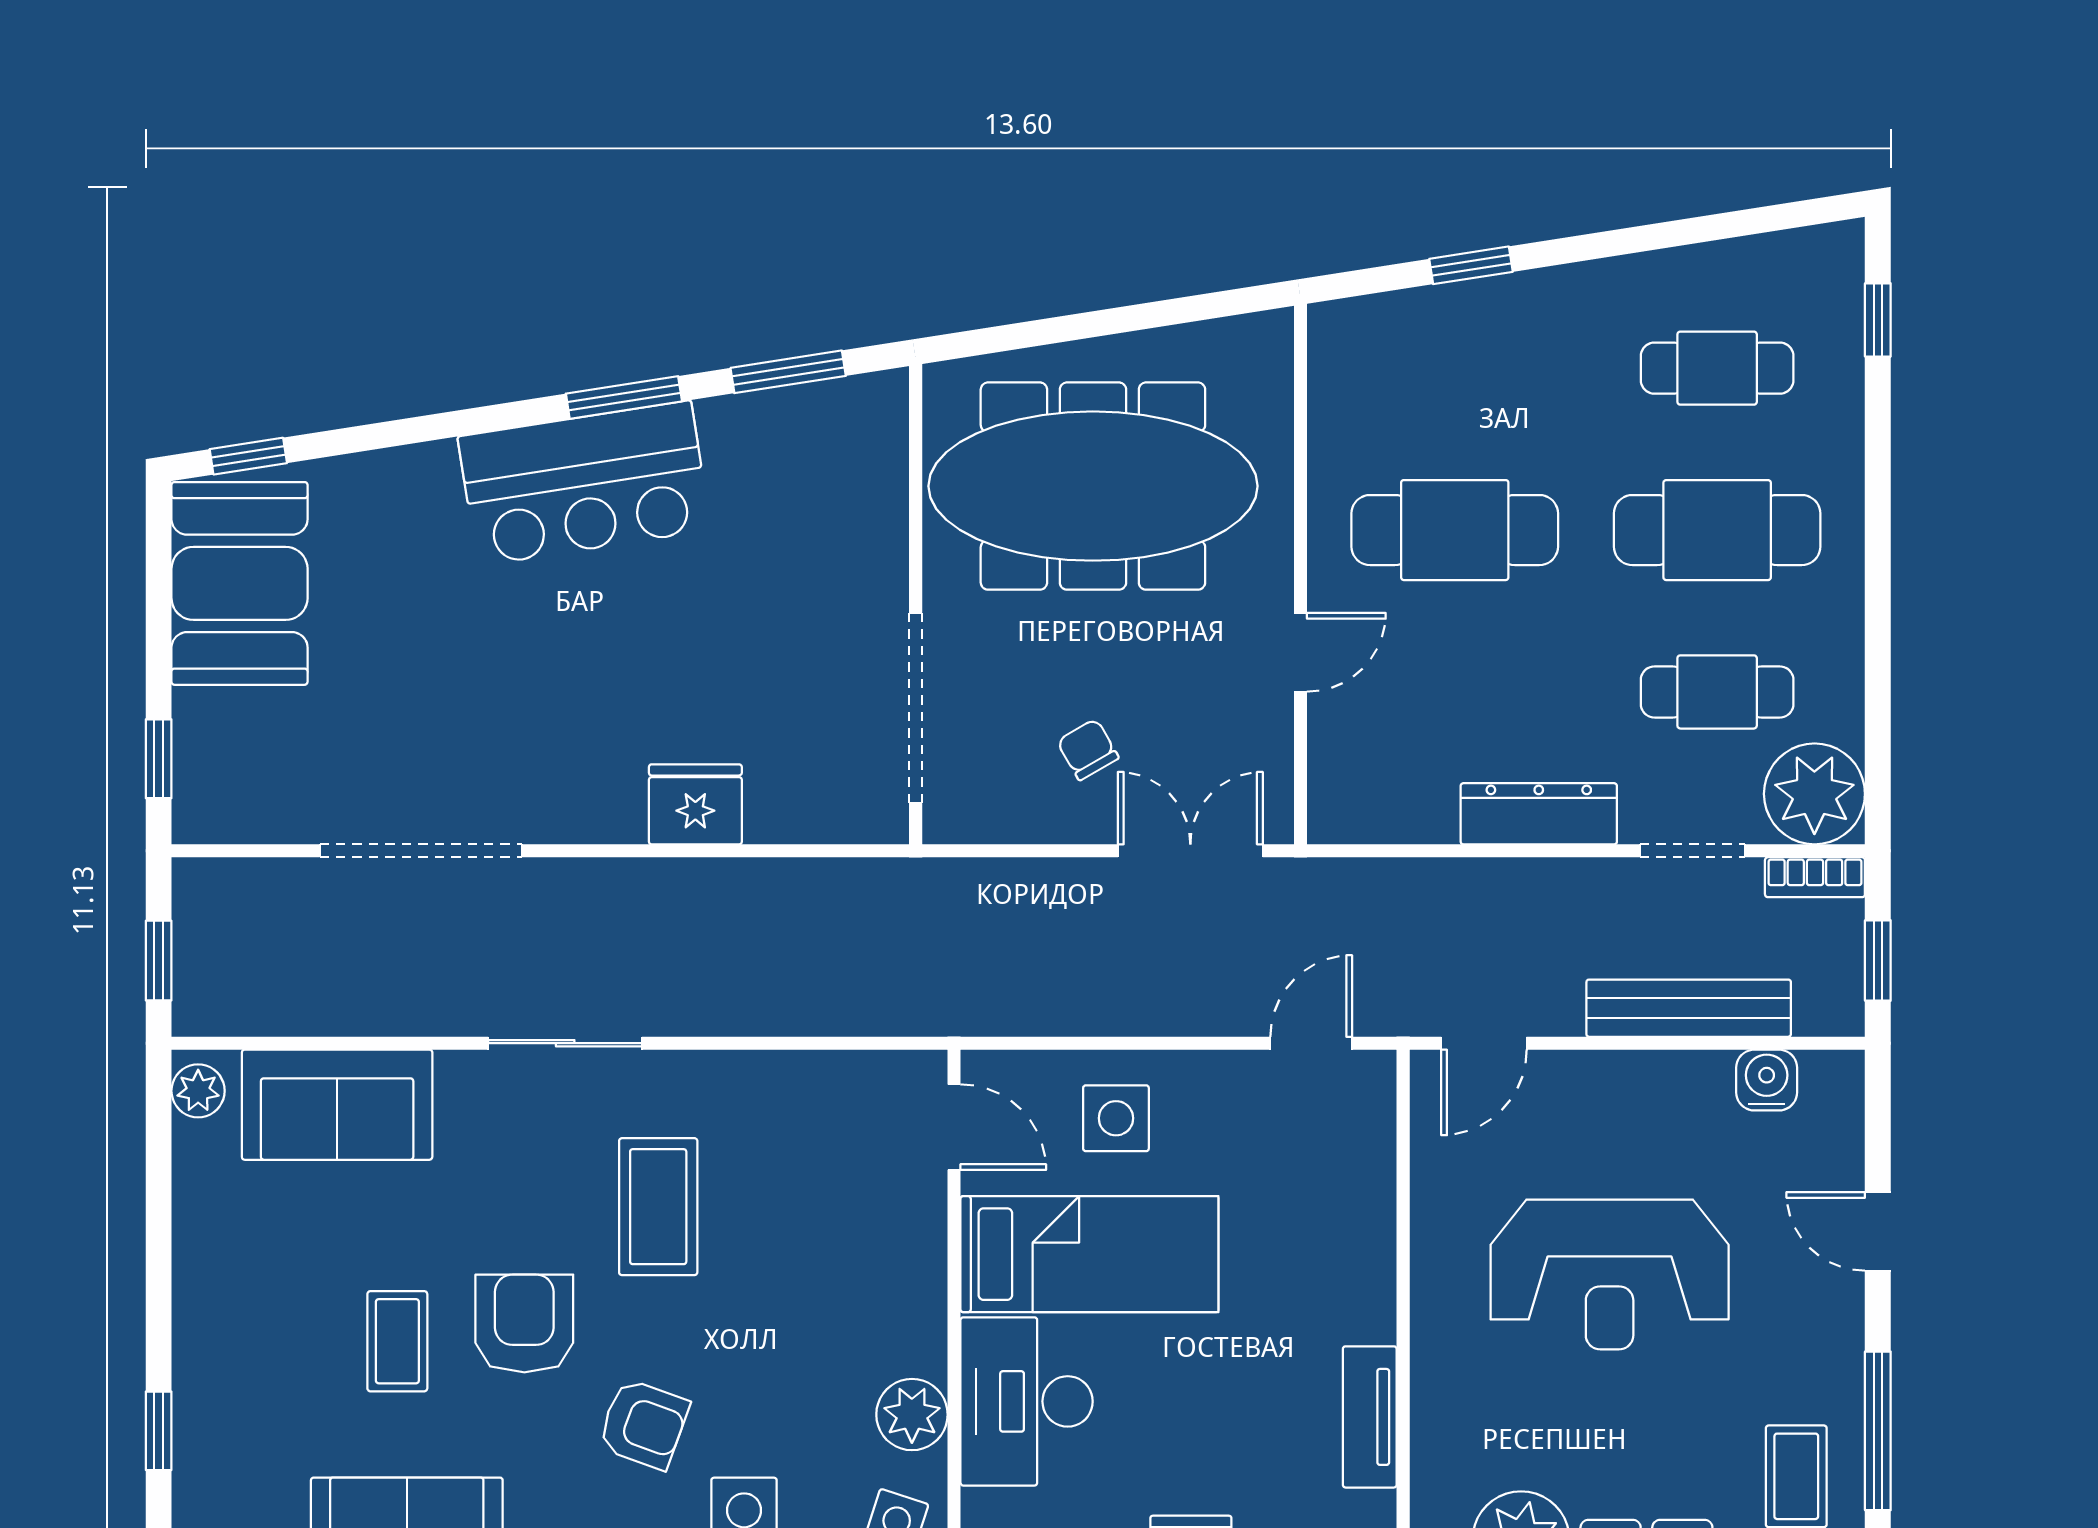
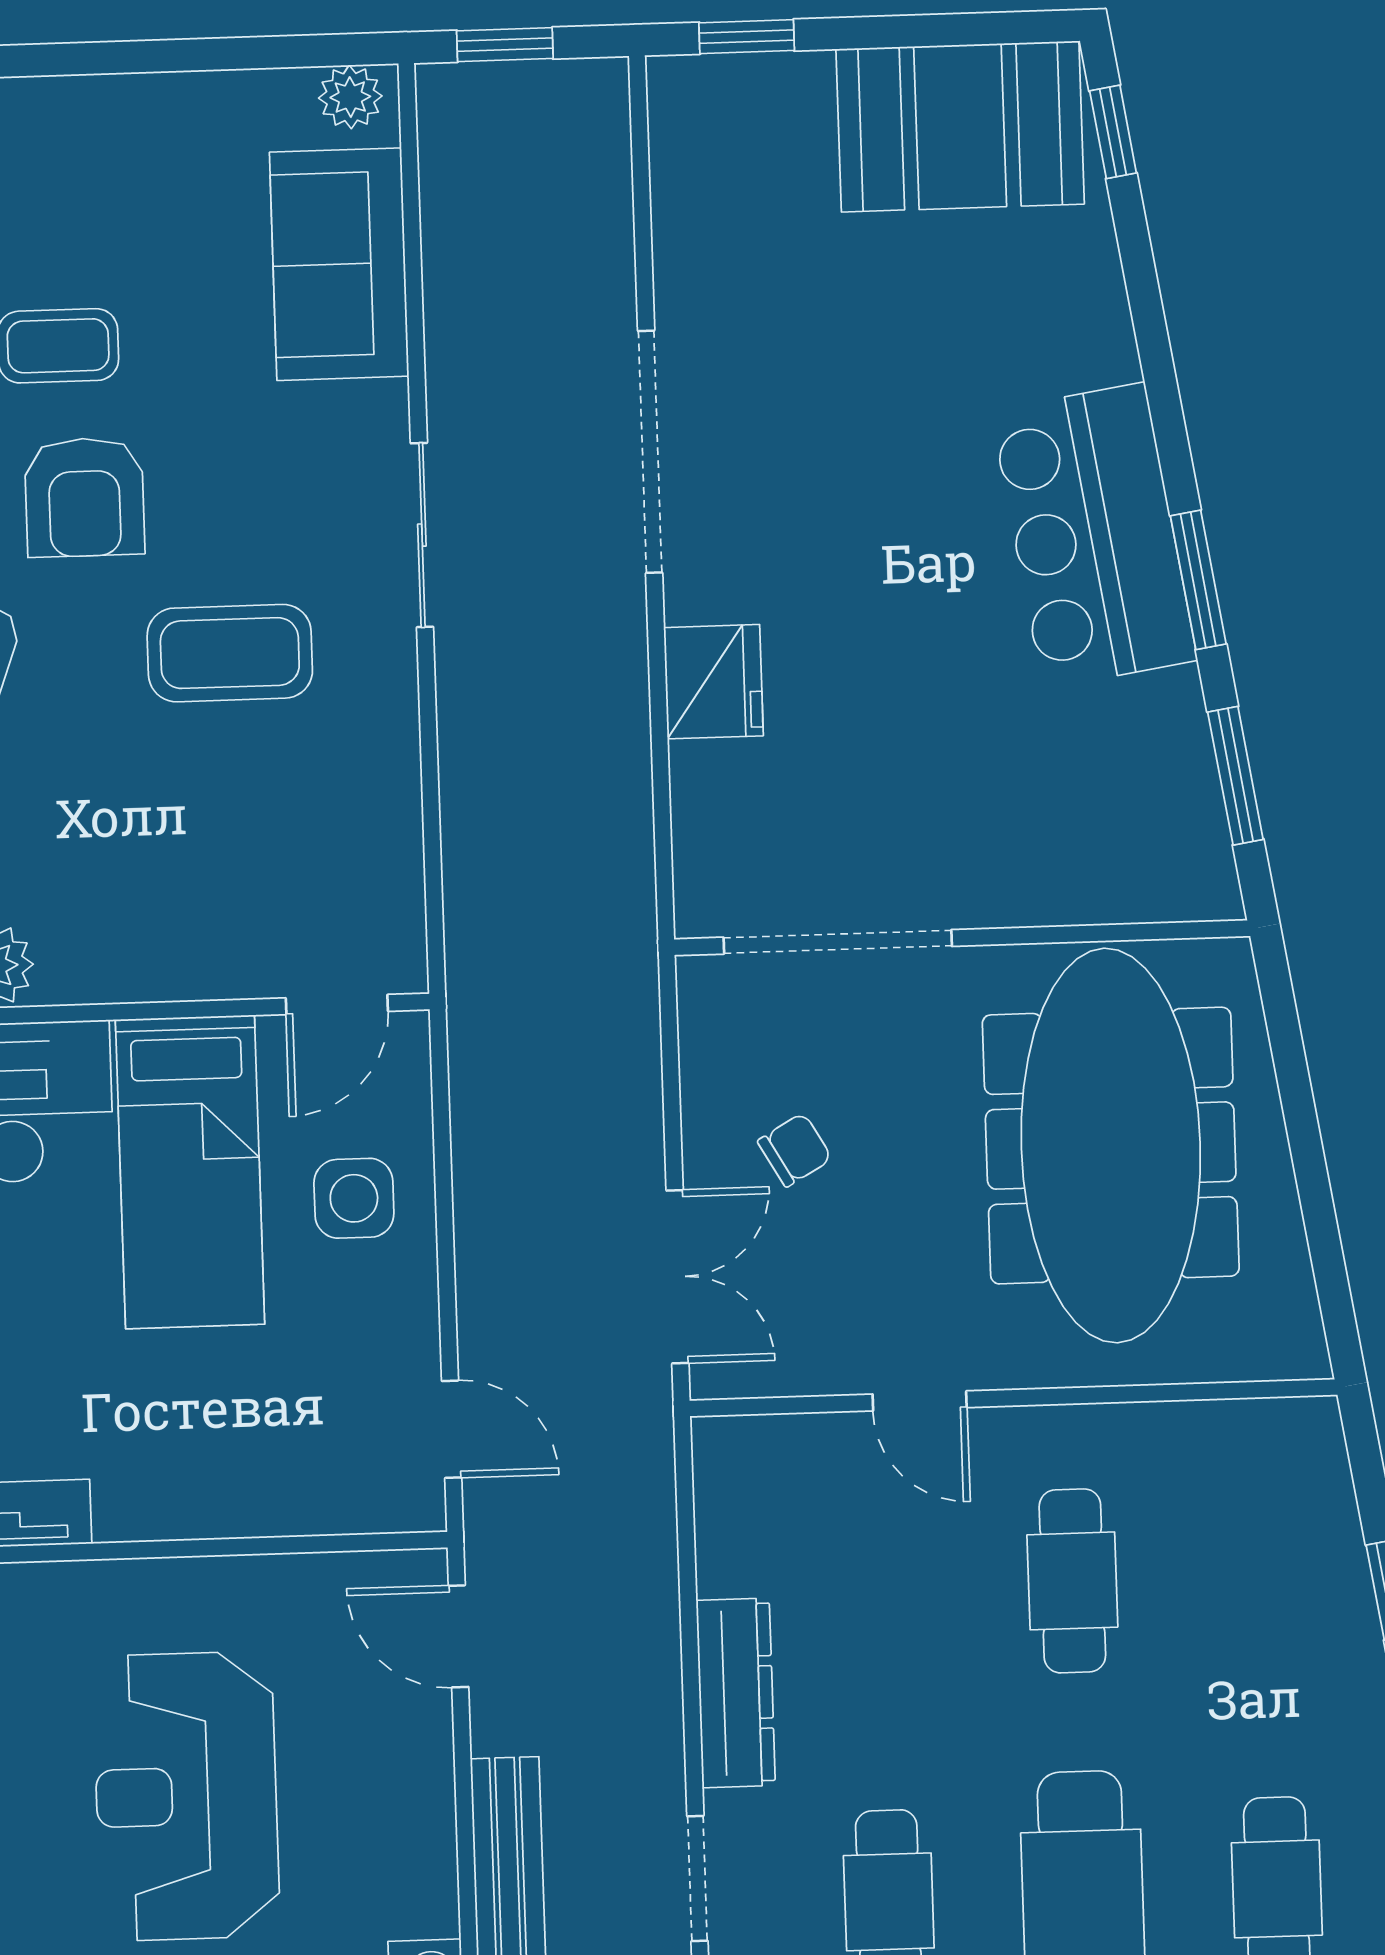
cafe table: (1455, 530) -> (1072, 1581), width x0.73, depth x0.74
doorway: (421, 851) -> (650, 452), moved
armchair: (524, 1323) -> (84, 497), turned 90

